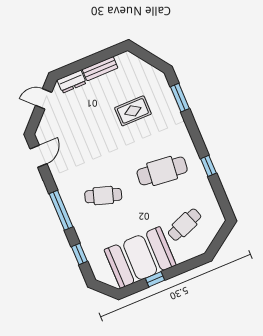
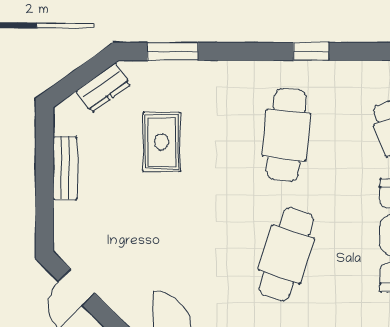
dresser: (72, 82) -> (103, 88), moved, turned 54
cafe table: (103, 196) -> (286, 254), width x1.37, depth x1.35

